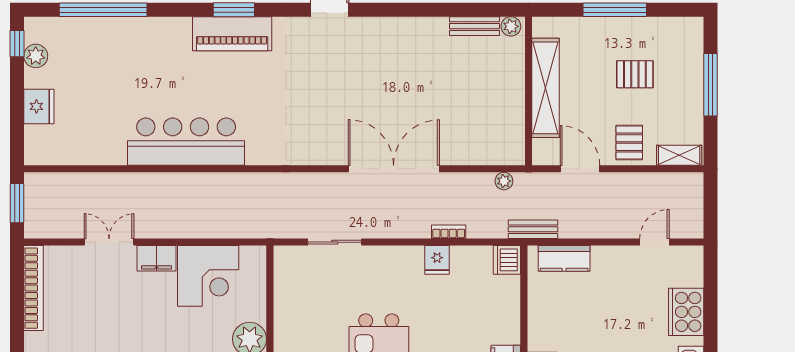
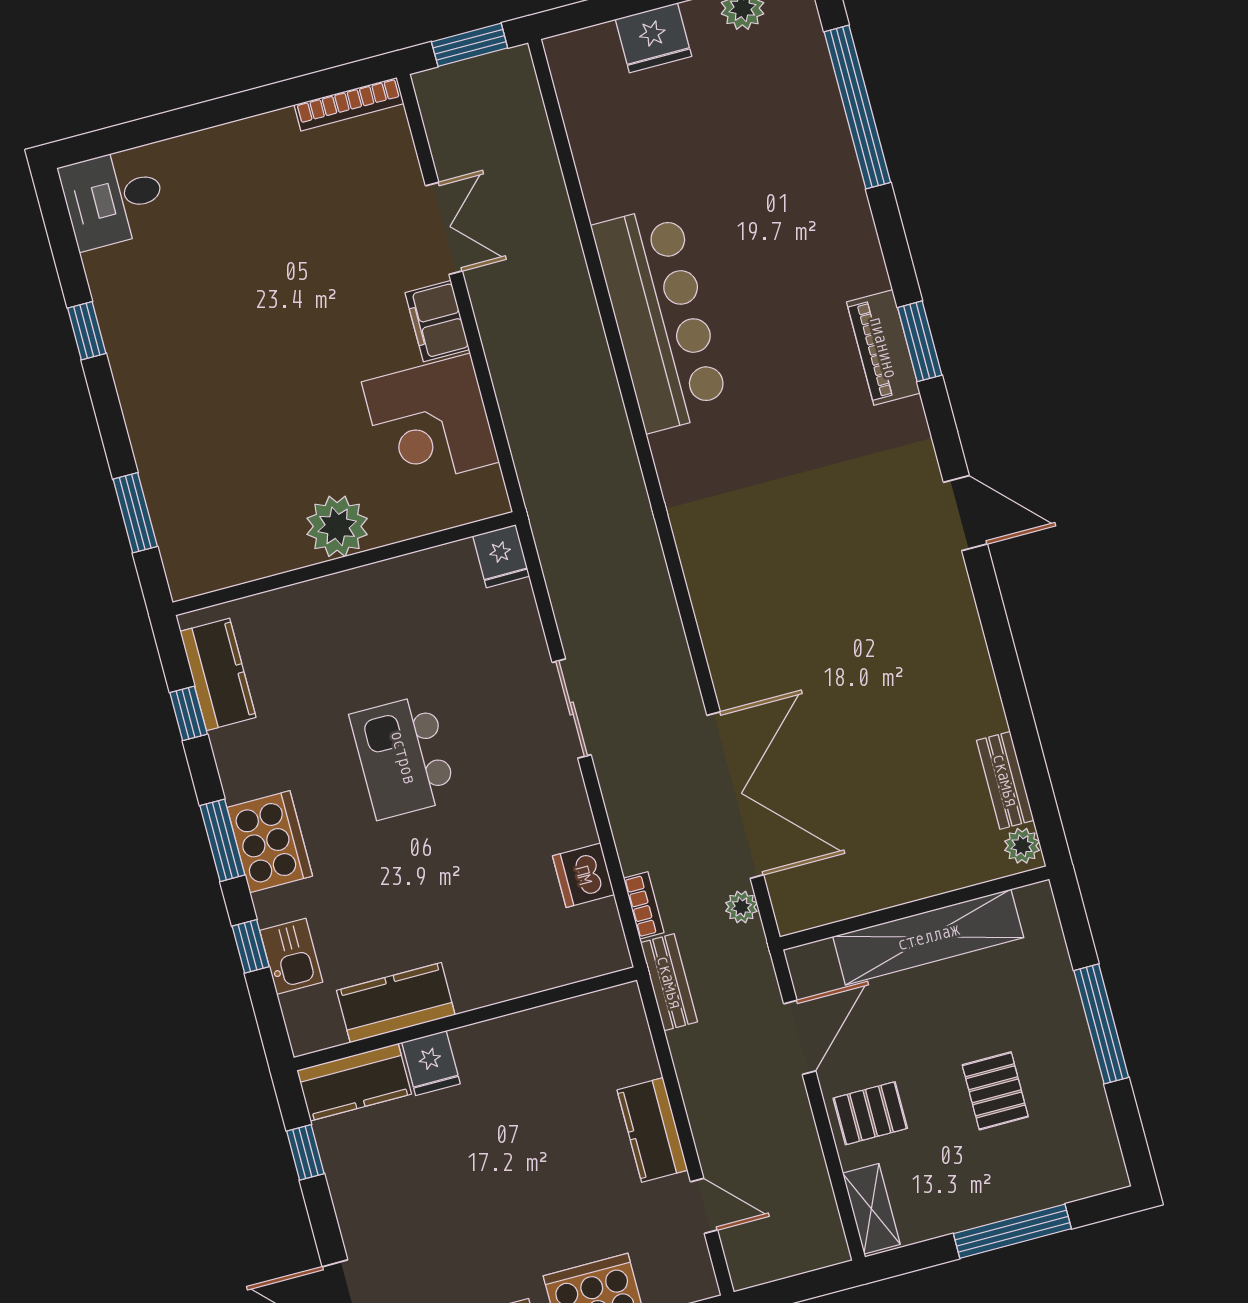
piano: (232, 34) -> (883, 347), width x0.73, depth x0.75
double door: (394, 169) -> (735, 795), moved
bookcase: (449, 232) -> (644, 905), moved
sliding door: (335, 242) -> (572, 709), moved
kitchen counter: (564, 258) -> (652, 1130), moved
fridge: (437, 260) -> (501, 556), moved, turned -90
dishwasher: (507, 260) -> (583, 875), moved, turned -90
bookcase: (34, 288) -> (349, 104), width x0.68, depth x0.76

